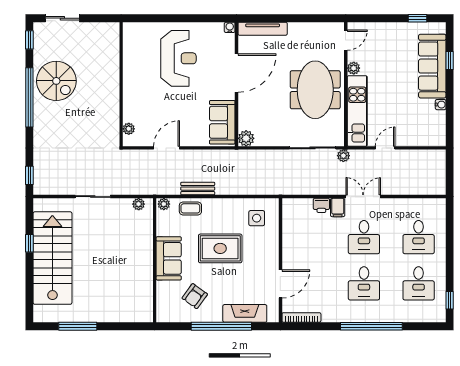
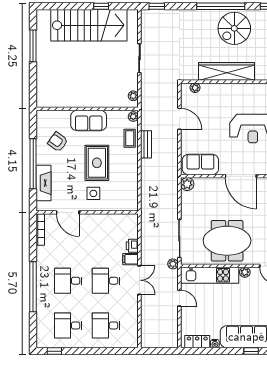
wardrobe: (109, 90) -> (227, 71), added
locker: (438, 126) -> (197, 342), added
side table: (257, 218) -> (93, 193), moved

